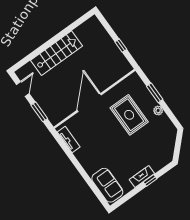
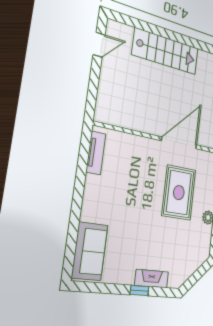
door: (89, 103) -> (179, 143), moved
window: (39, 112) -> (93, 88), removed
fireplace: (142, 176) -> (152, 279), moved

